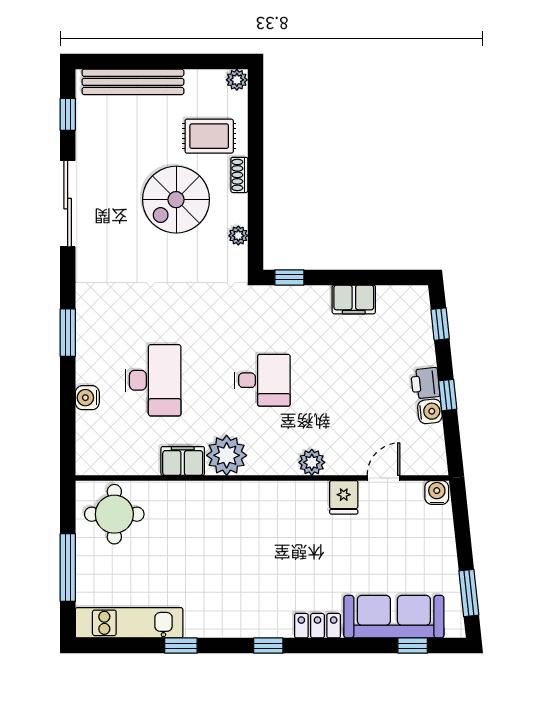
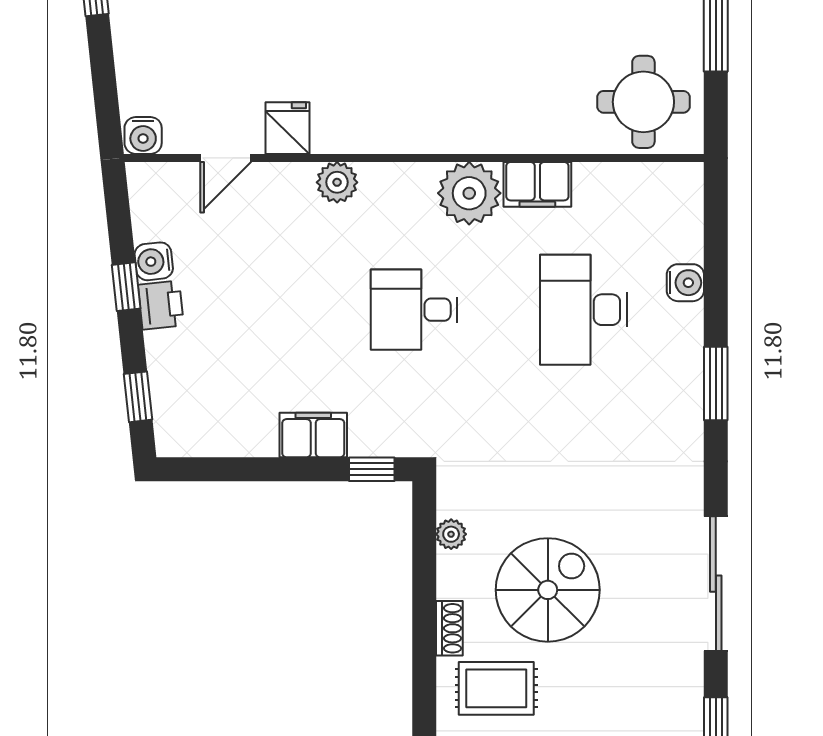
filing cabinet: (354, 299) -> (313, 435), moved

